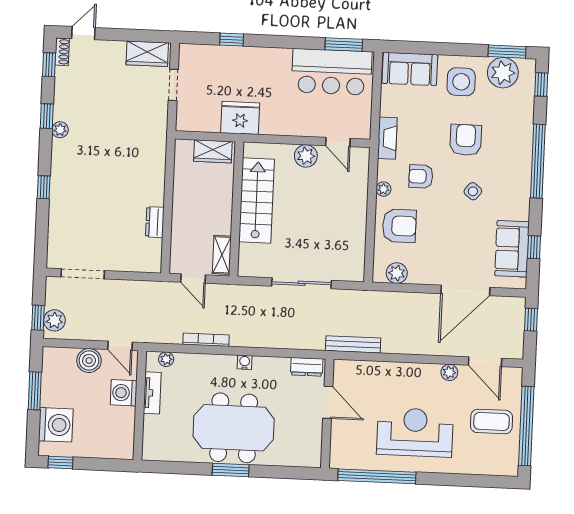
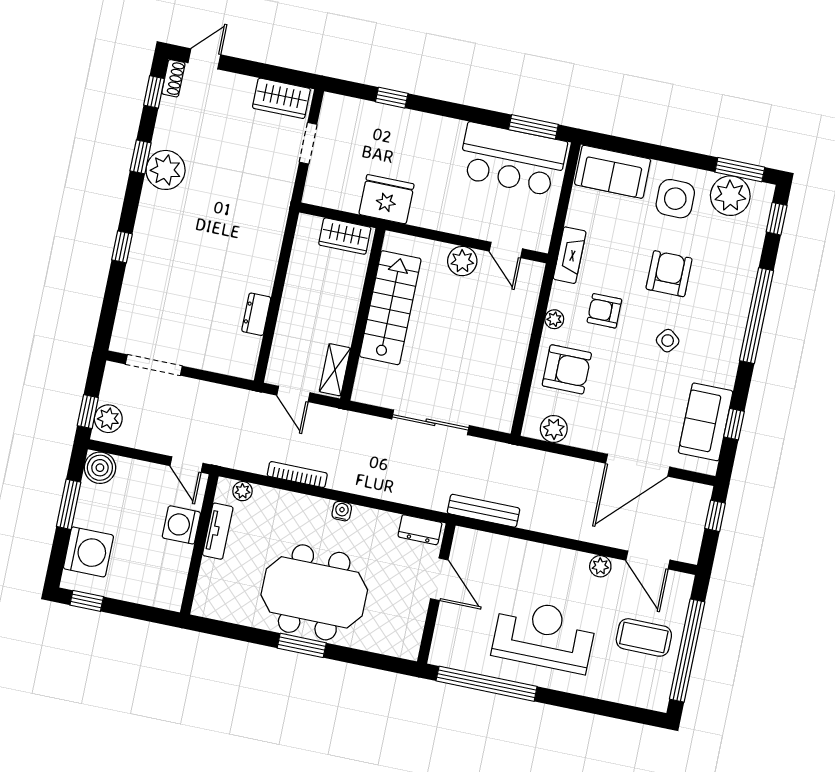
plant: (60, 130) -> (166, 170), width x1.87, depth x1.87
boiler: (89, 361) -> (100, 468), moved

